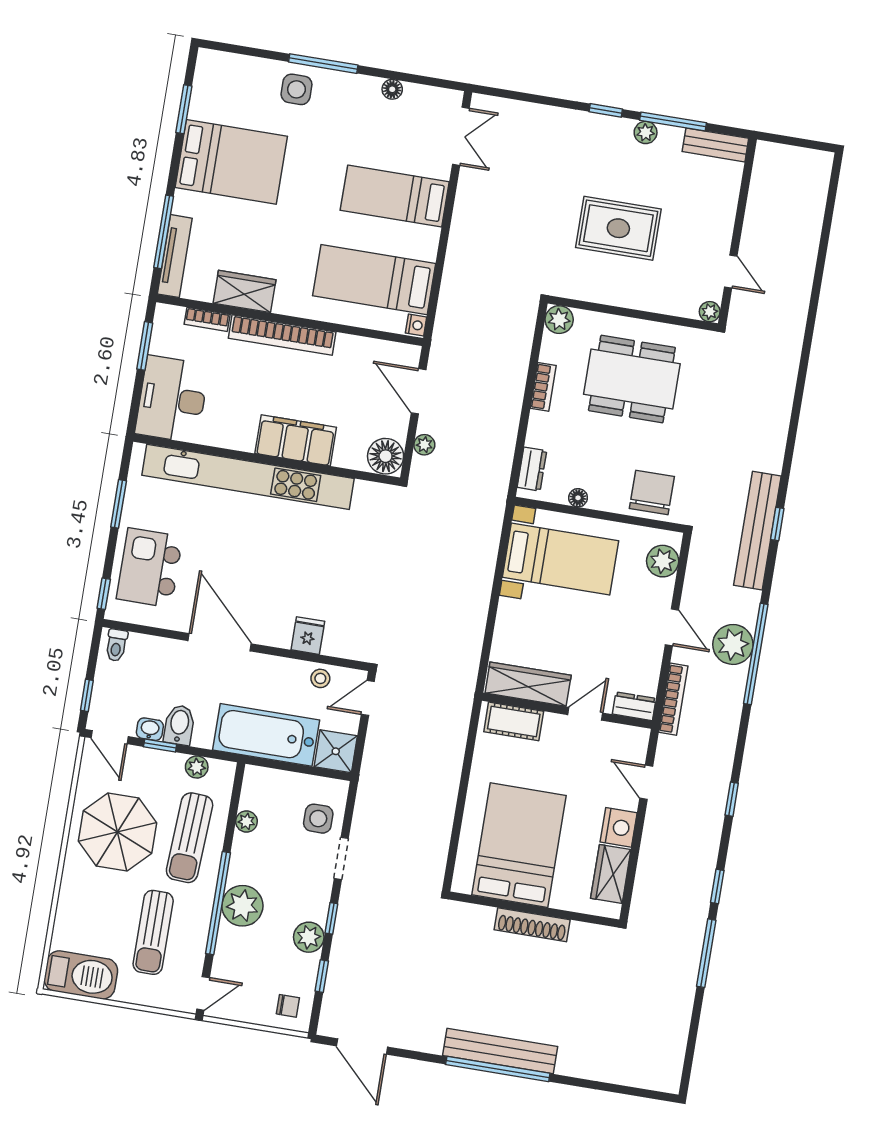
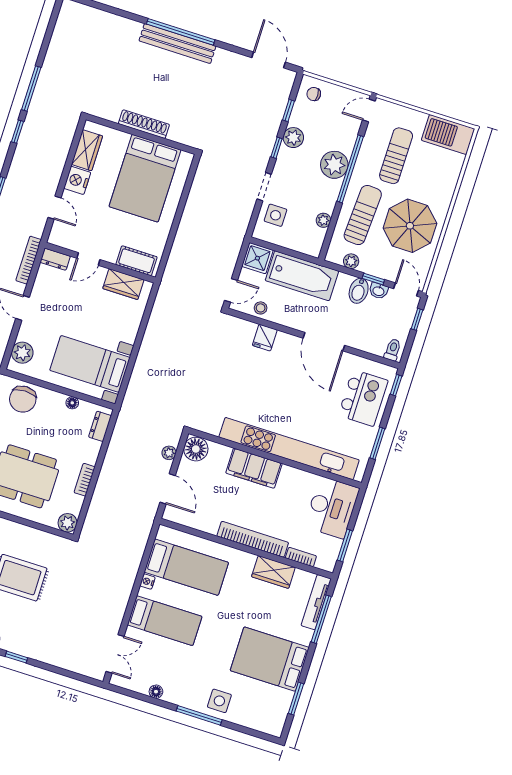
double door: (461, 136) -> (115, 654), swing flipped
nightstand: (416, 325) -> (147, 582), moved
wardrobe: (528, 684) -> (123, 284), width x0.67

